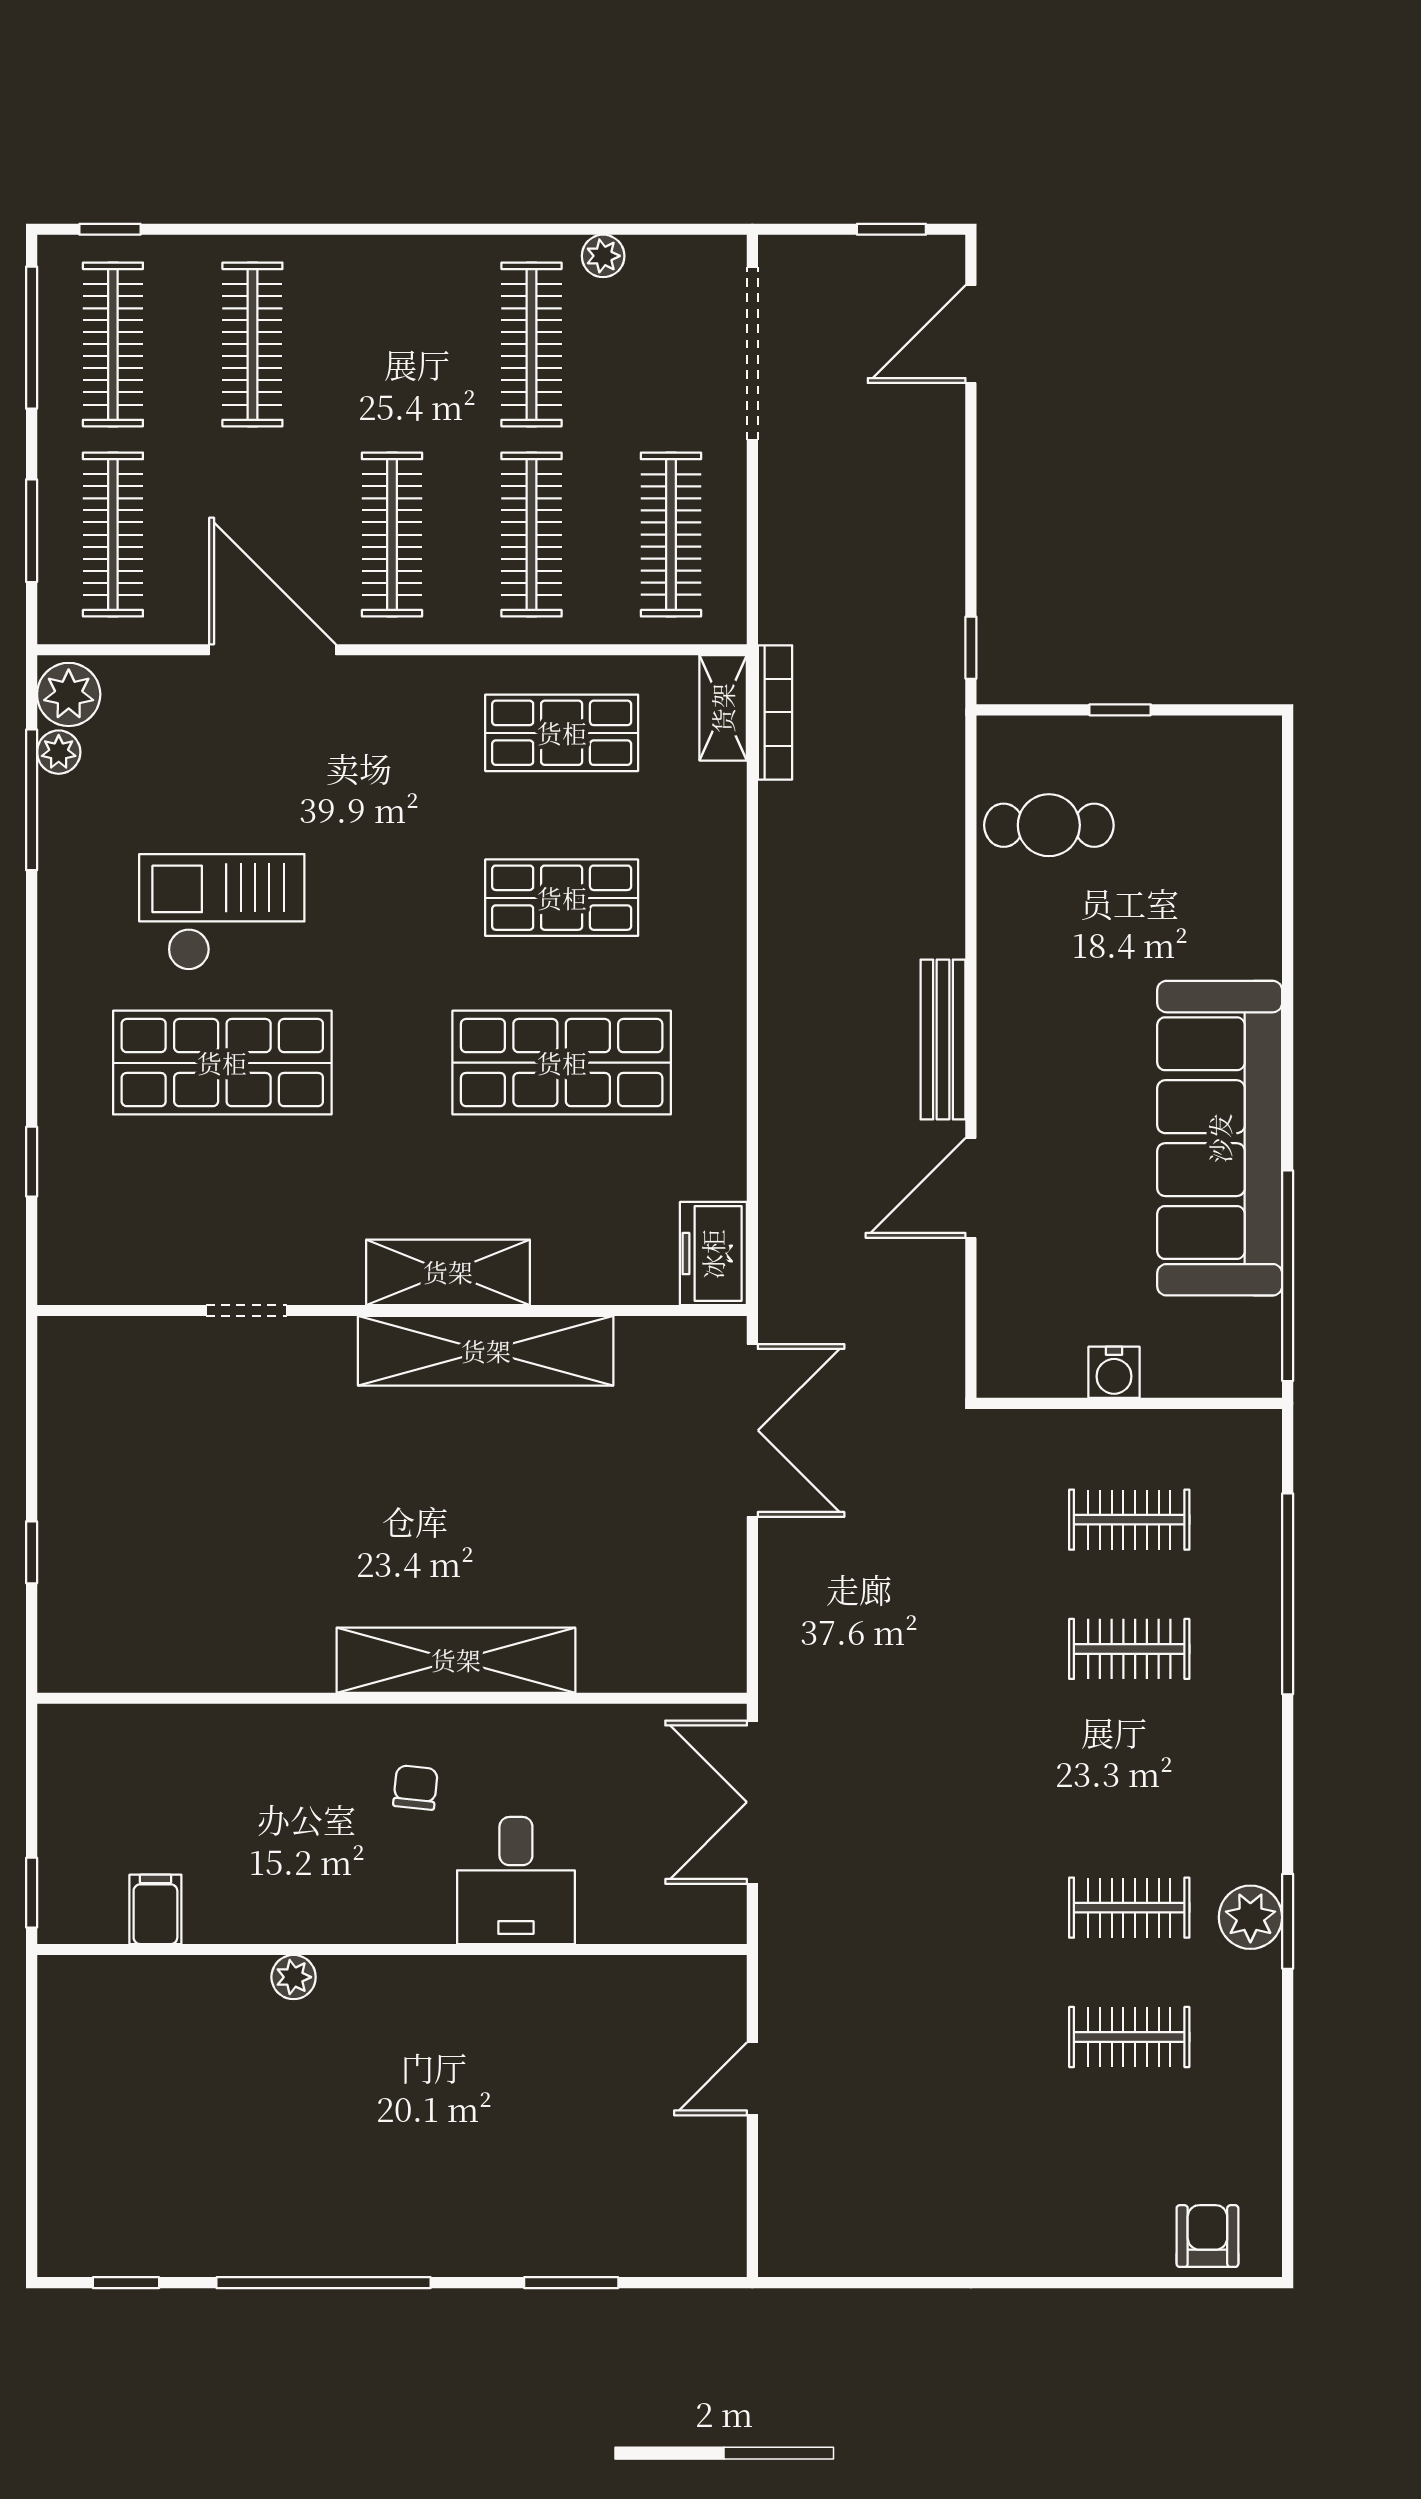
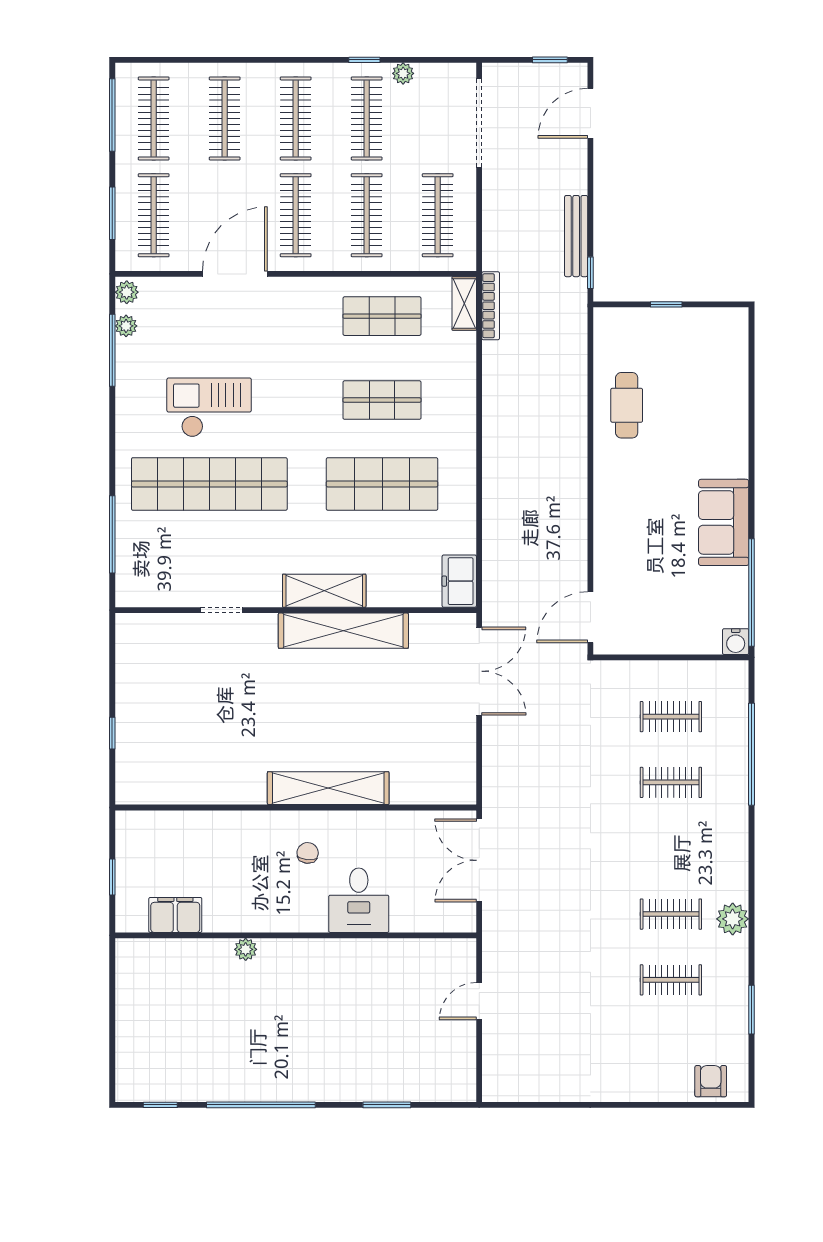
window: (110, 229) -> (364, 60), moved
clothes rail: (392, 344) -> (296, 118), added
door: (272, 650) -> (235, 274), hinge flipped
plant: (69, 694) -> (127, 292), width x0.73, depth x0.73
cafe table: (1049, 825) -> (627, 405), moved, turned 90
bench: (943, 1040) -> (576, 236), moved
shop shelf: (222, 1063) -> (209, 484), width x1.40
sofa: (1220, 1138) -> (724, 522), width x0.54, depth x0.79
window: (32, 1162) -> (112, 534), width x2.17
door: (971, 1188) -> (590, 617), moved
water cooler: (1114, 1372) -> (736, 642), moved
window: (32, 1893) -> (112, 877), moved
filing cabinet: (155, 1909) -> (175, 915), width x2.00
window: (1288, 1921) -> (751, 1010), moved

